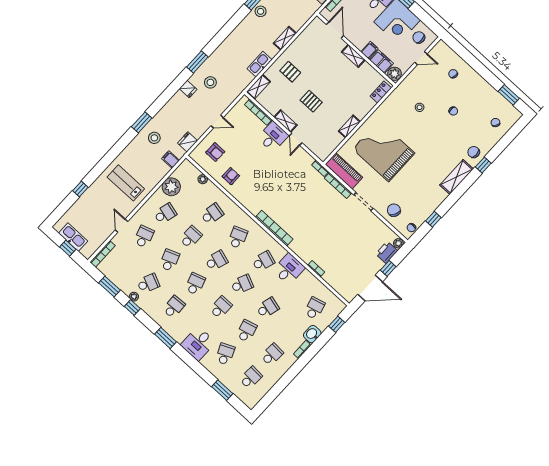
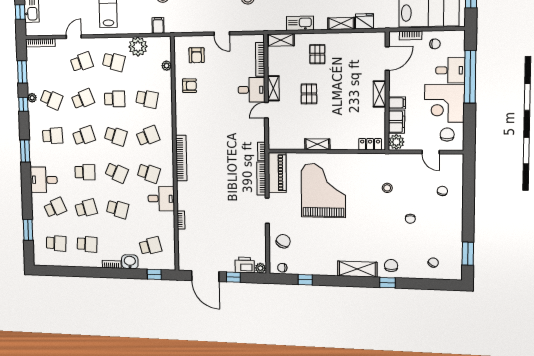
fridge: (188, 142) -> (364, 21), moved

